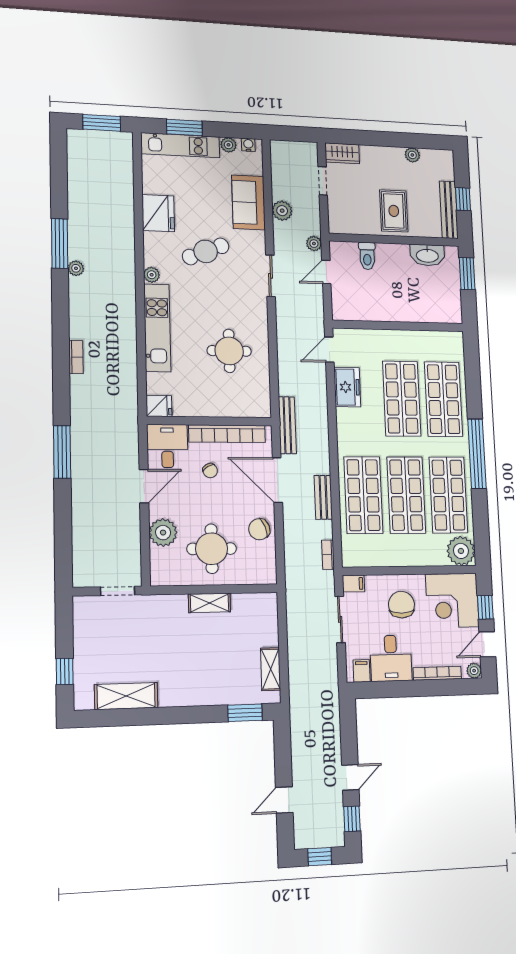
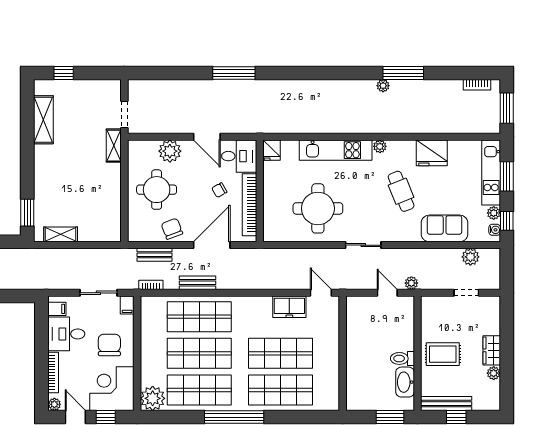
window: (237, 131) -> (507, 221), added
wardrobe: (342, 153) -> (492, 350), moved
plant: (282, 211) -> (470, 257), moved
toilet: (367, 256) -> (402, 358), moved
sliding door: (271, 276) -> (363, 245), moved
round table: (229, 351) -> (318, 208), width x1.36, depth x1.36
bookcase: (76, 357) -> (477, 85), moved
bench: (287, 425) -> (155, 255), moved, width x0.73
shelving: (209, 603) -> (114, 146), moved
chair: (402, 605) -> (109, 345), turned -90

